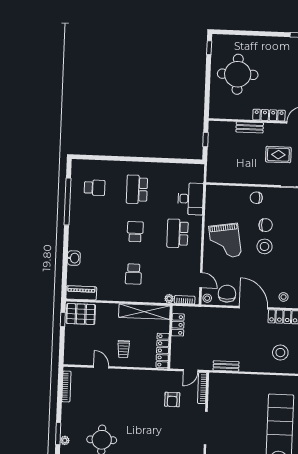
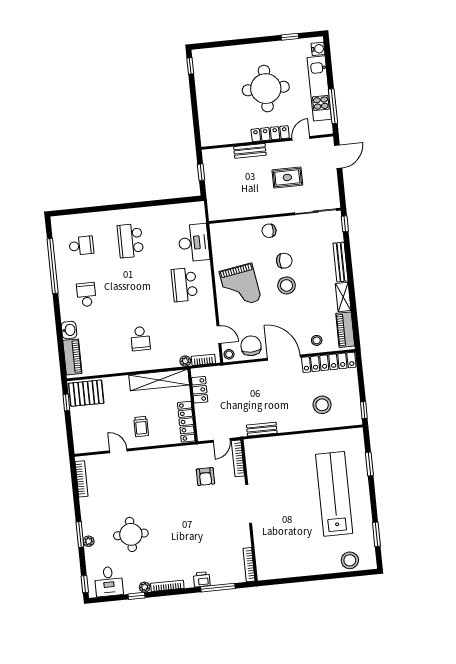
round table: (238, 74) -> (266, 89), moved
school desk: (135, 232) -> (86, 295), moved
piano: (81, 293) -> (72, 357), moved, turned 90

